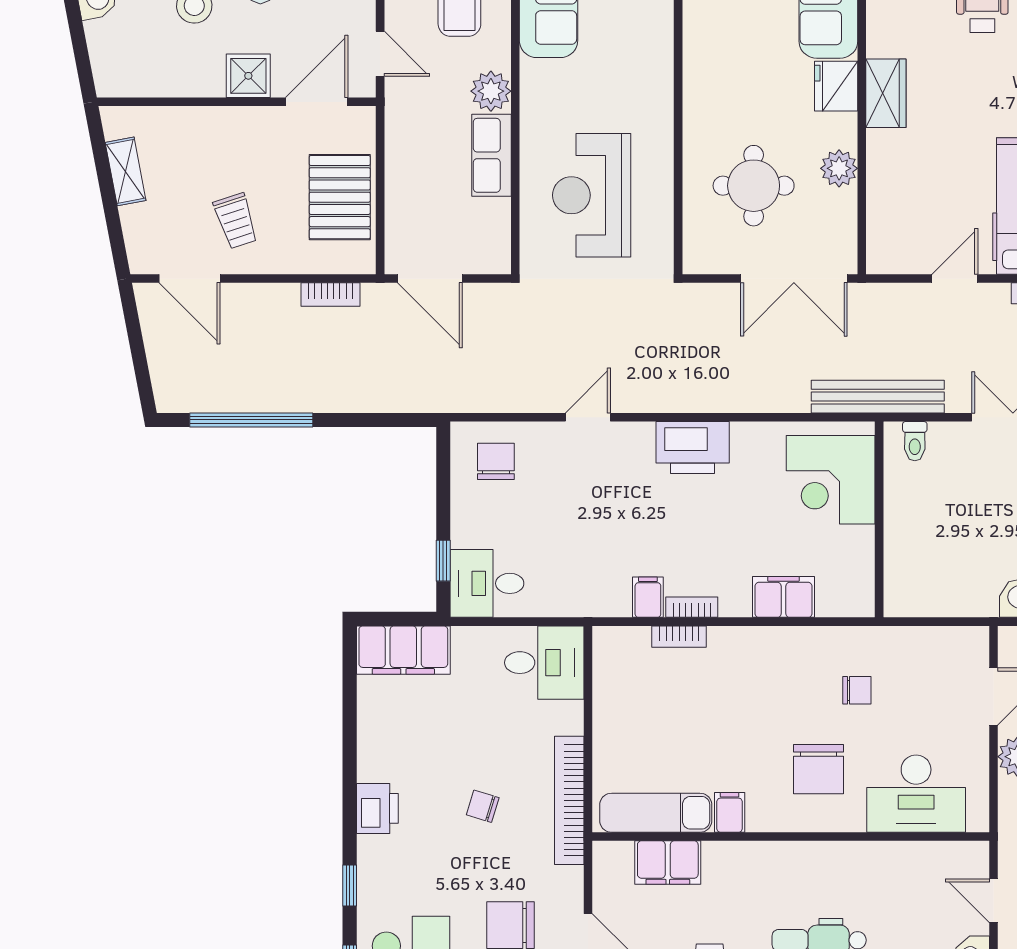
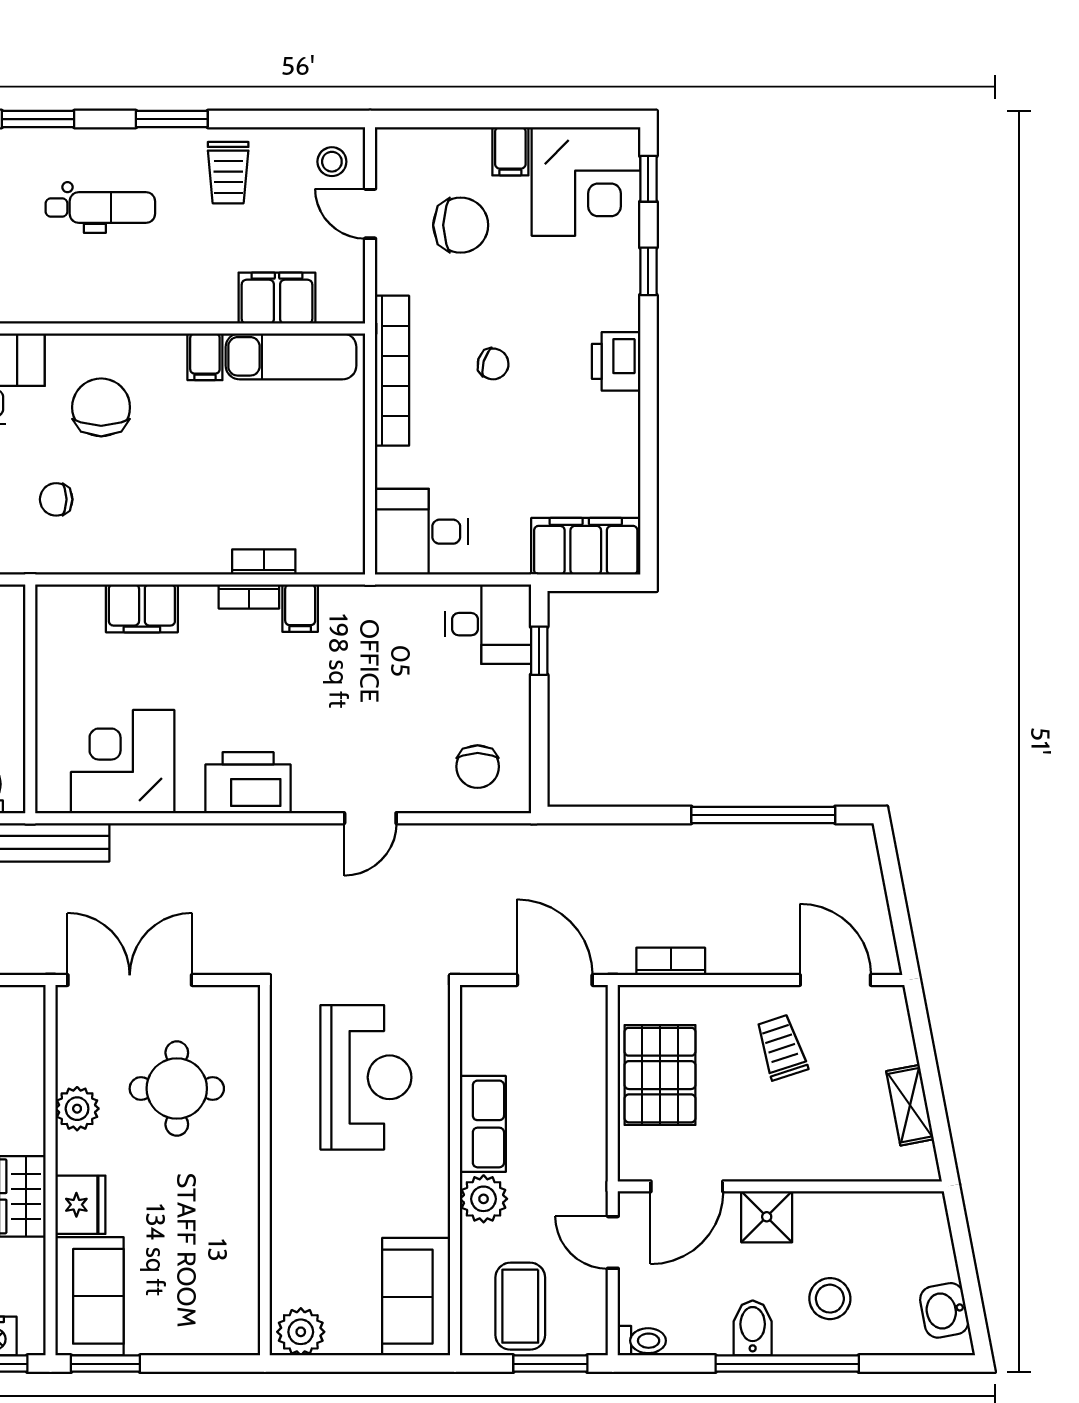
corner desk: (831, 480) -> (123, 762), moved, turned -90

